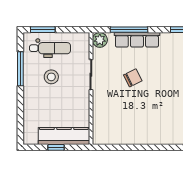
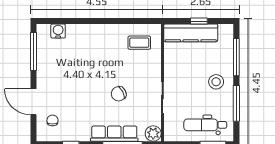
stool: (51, 77) -> (216, 82), moved
window: (20, 113) -> (236, 57), added
coffee table: (113, 127) -> (139, 43), added

